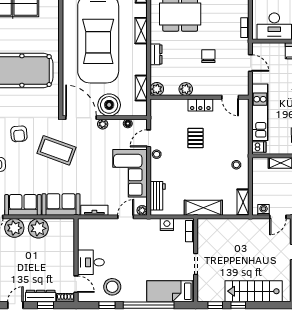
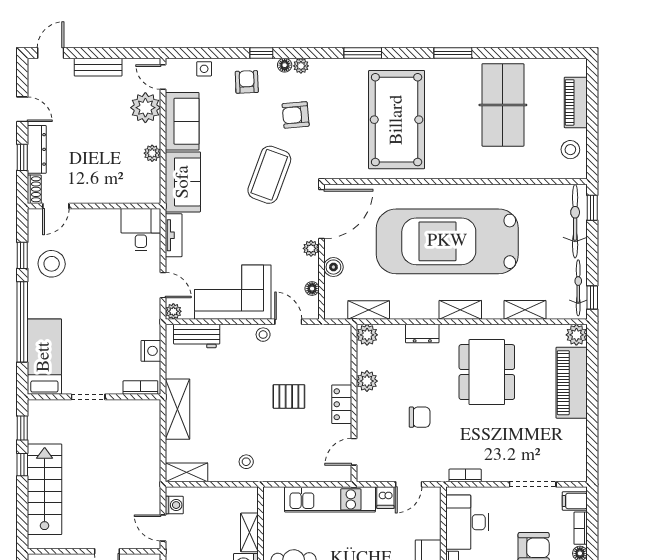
boiler: (109, 105) -> (333, 267), width x0.54, depth x0.54
dishwasher: (259, 147) -> (385, 498), moved
plant: (38, 228) -> (152, 153), width x0.53, depth x0.53
desk: (91, 262) -> (141, 230), moved

